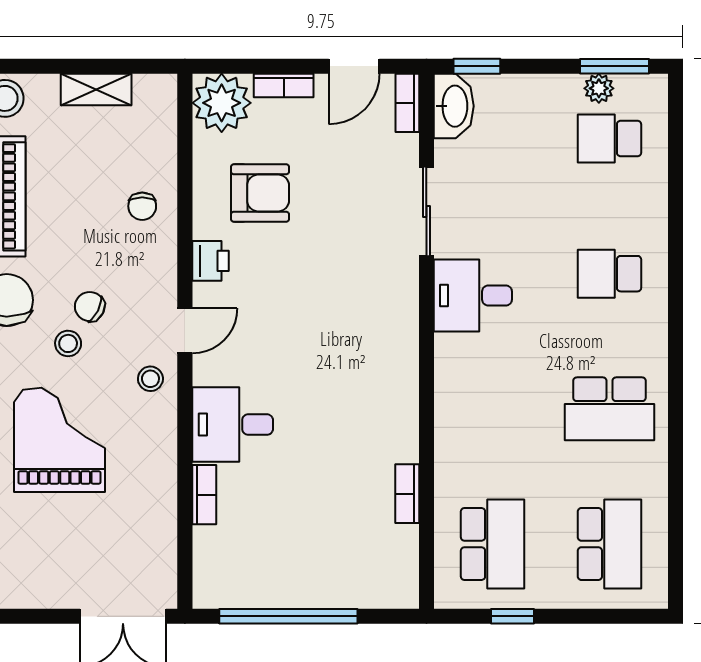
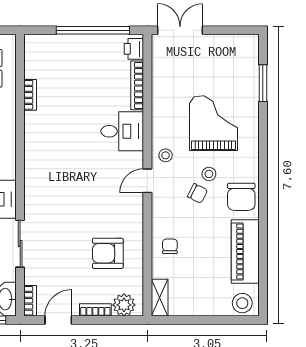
shelving: (96, 89) -> (160, 298), moved, turned 90
plant: (222, 103) -> (124, 305), width x0.73, depth x0.73
printer: (210, 261) -> (134, 49), moved
grand piano: (59, 440) -> (213, 123), turned 180
bookcase: (204, 495) -> (137, 85), width x1.56

